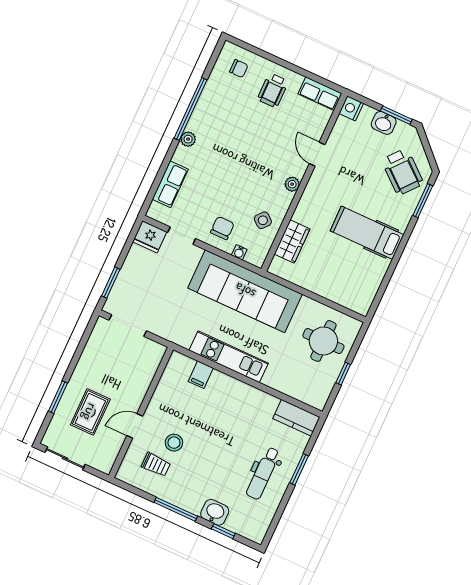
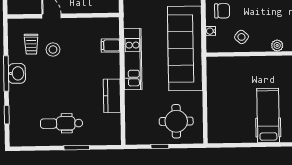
wardrobe: (292, 241) -> (236, 65), removed
kitchen counter: (296, 418) -> (112, 96), moved
washbasin: (215, 512) -> (17, 73), moved

